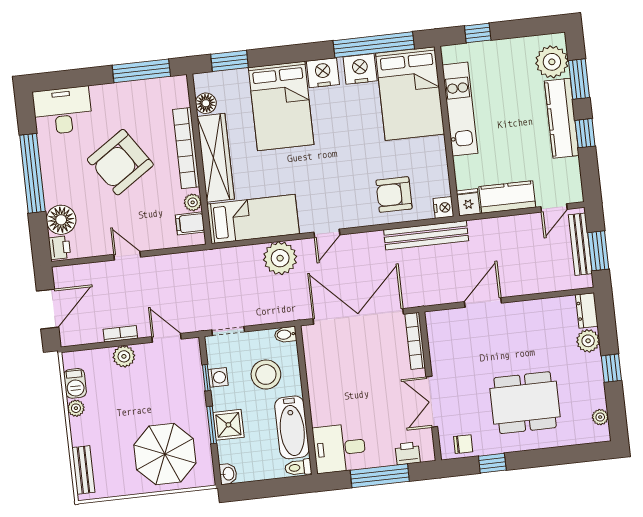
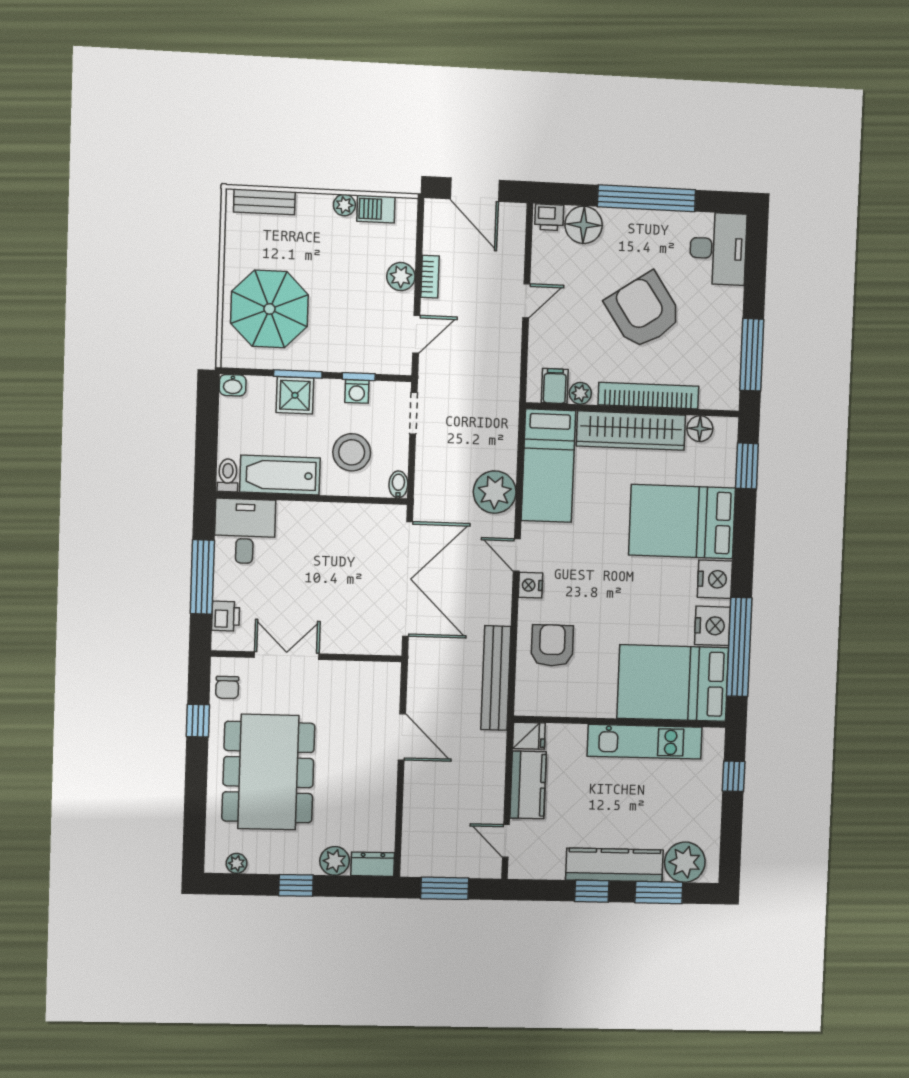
nightstand: (443, 208) -> (530, 585), moved, turned 90
bench: (580, 244) -> (456, 867), removed
bookcase: (415, 341) -> (366, 646), removed
dining table: (525, 403) -> (268, 772), width x1.36, depth x1.24

